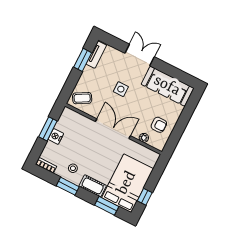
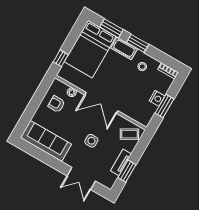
tv unit: (96, 55) -> (121, 162), moved
double door: (140, 55) -> (81, 178), moved
window: (68, 186) -> (138, 43), moved
window: (145, 197) -> (61, 58), moved

